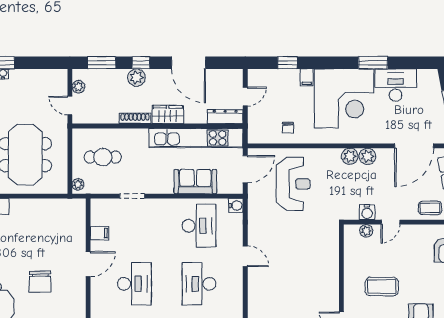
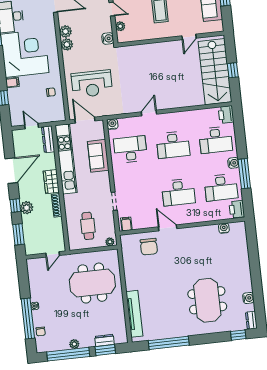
plant: (78, 87) -> (38, 250), removed
reception desk: (293, 184) -> (92, 84), turned 180
water cooler: (367, 212) -> (108, 39), moved
filing cabinet: (99, 233) -> (126, 224), moved
chair: (40, 282) -> (149, 247), moved, turned 90
desk: (134, 284) -> (178, 192), turned 180

